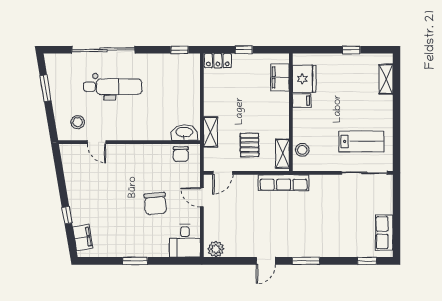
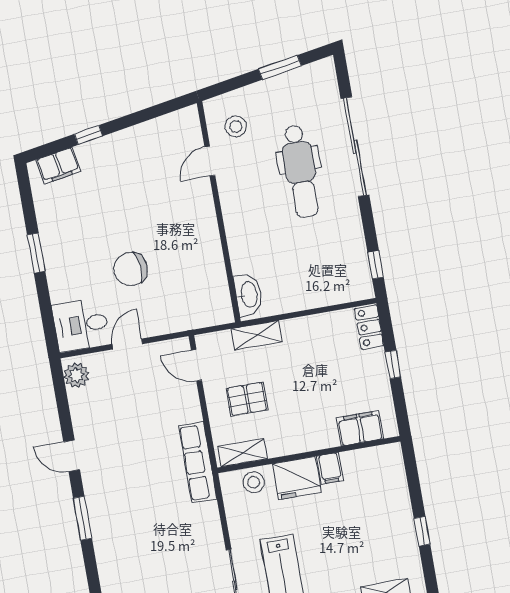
fridge: (304, 79) -> (297, 478), moved
chair: (181, 154) -> (214, 295), removed
door: (202, 197) -> (127, 344), moved

